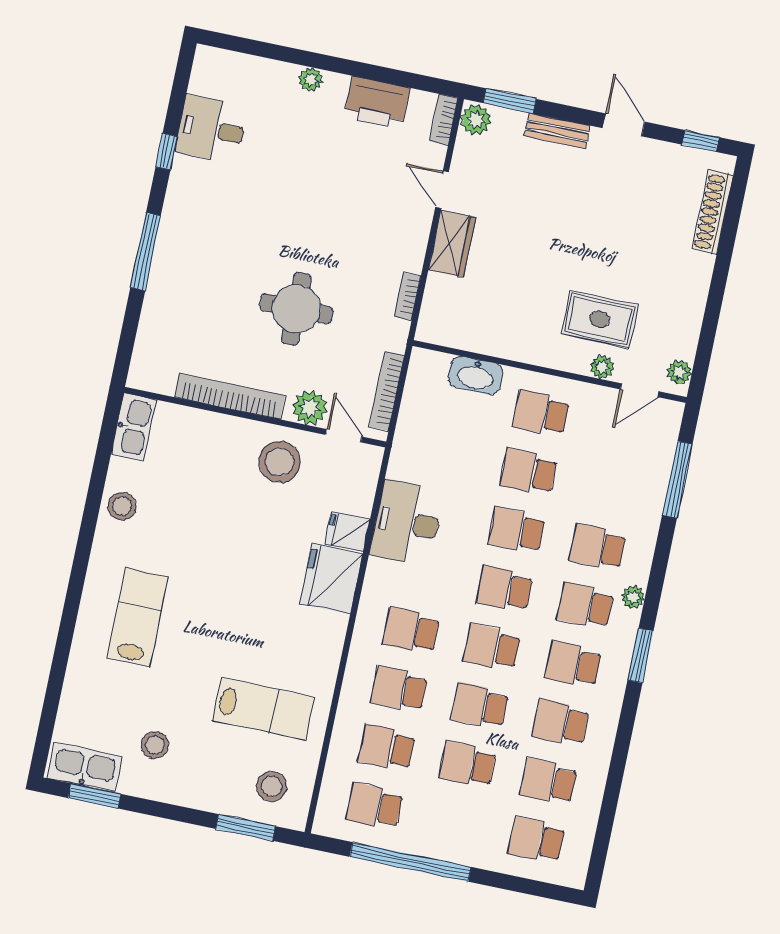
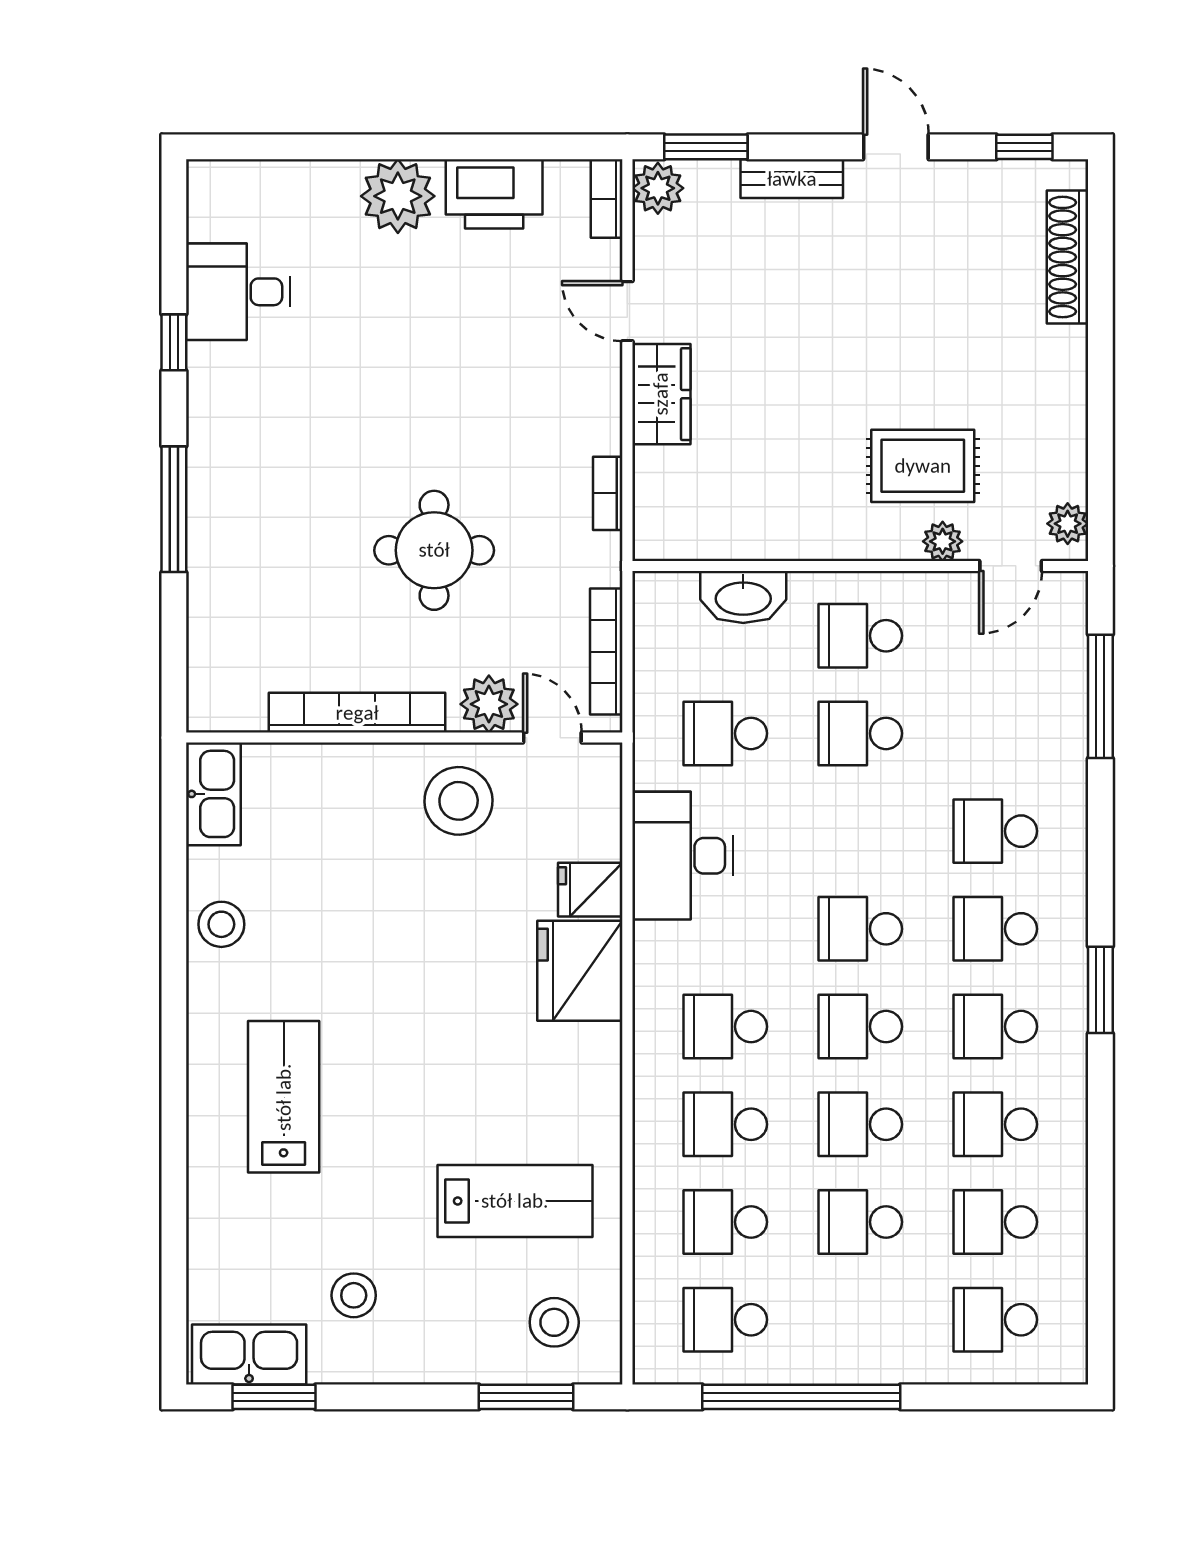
plant: (311, 79) -> (398, 196), width x1.87, depth x1.87
school desk: (516, 530) -> (725, 733), moved
plant: (633, 597) -> (1069, 899), removed

